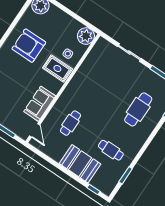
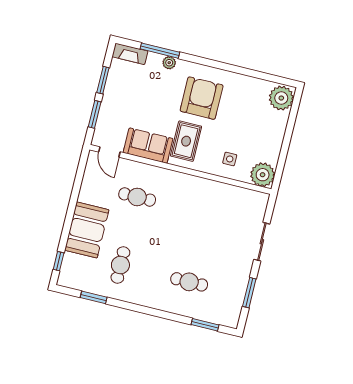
armchair: (29, 46) -> (202, 98), moved
rug: (57, 68) -> (186, 141), moved
cafe table: (138, 109) -> (189, 282), width x0.73, depth x0.74
door: (35, 130) -> (109, 152), hinge flipped

